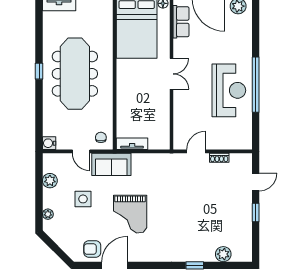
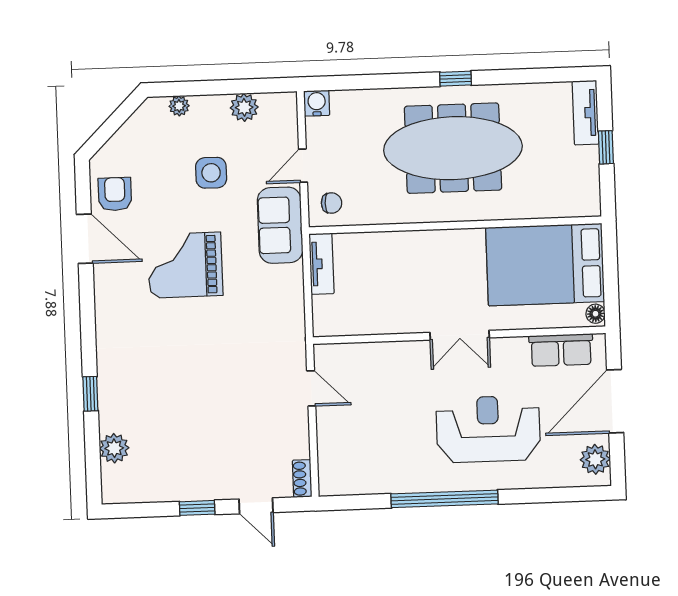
reception desk: (229, 90) -> (488, 429), moved, turned 180
shoe rack: (219, 158) -> (302, 479), moved

